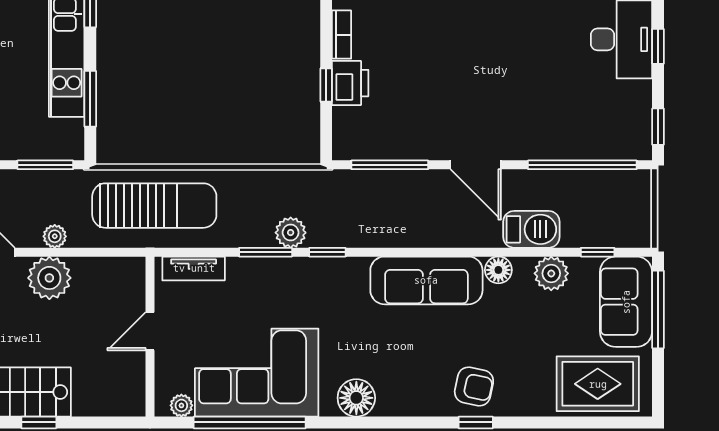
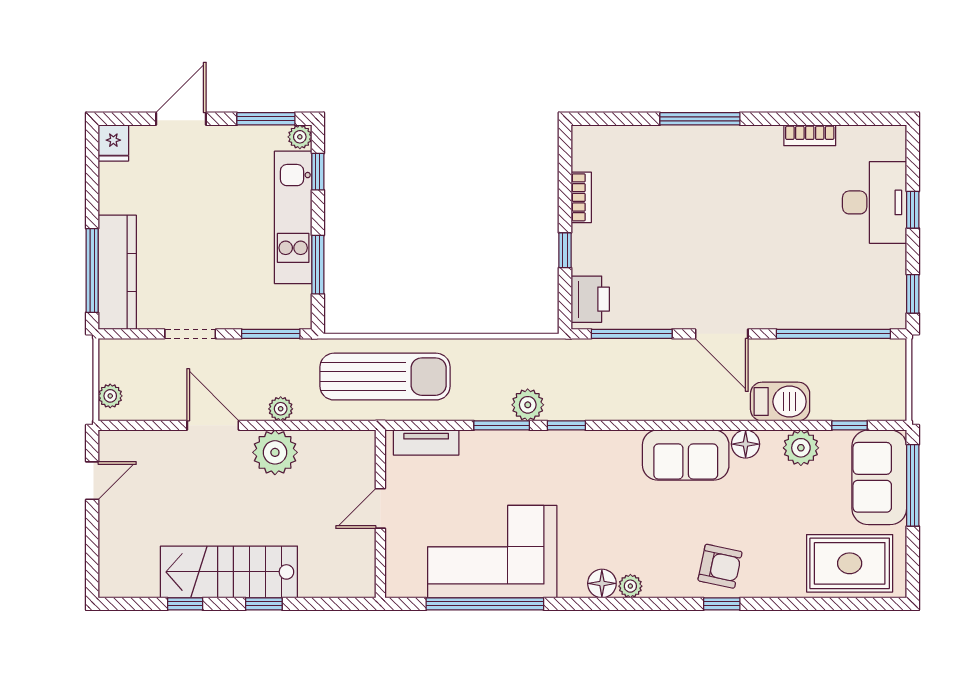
printer: (350, 83) -> (590, 299), moved
sofa: (426, 280) -> (686, 455), width x0.73
floor lamp: (356, 398) -> (602, 583), width x0.73, depth x0.73
plant: (181, 405) -> (630, 586), moved

